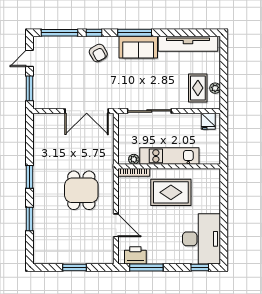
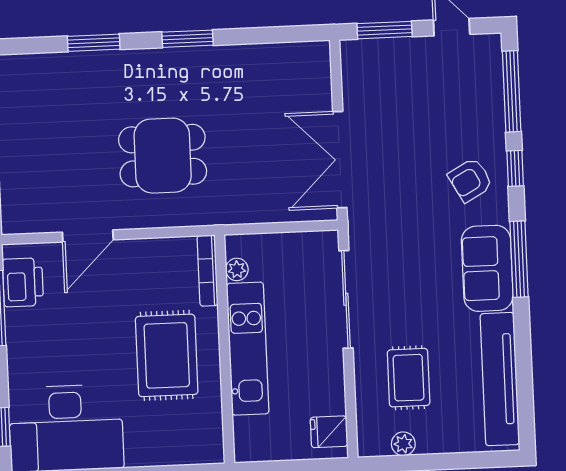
rug: (198, 88) -> (409, 378), moved, turned 90

